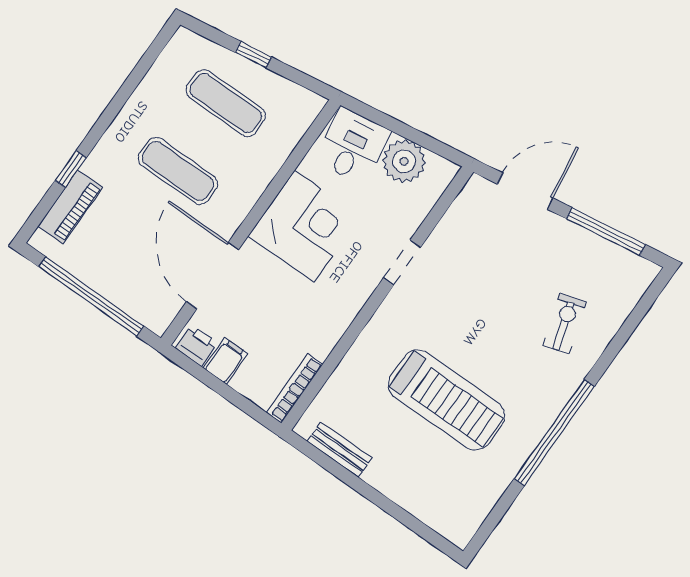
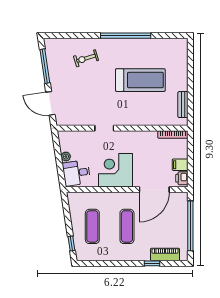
window: (253, 55) -> (71, 243), moved
plant: (404, 161) -> (66, 157), width x0.53, depth x0.53
treadmill: (446, 400) -> (140, 80), turned 90

